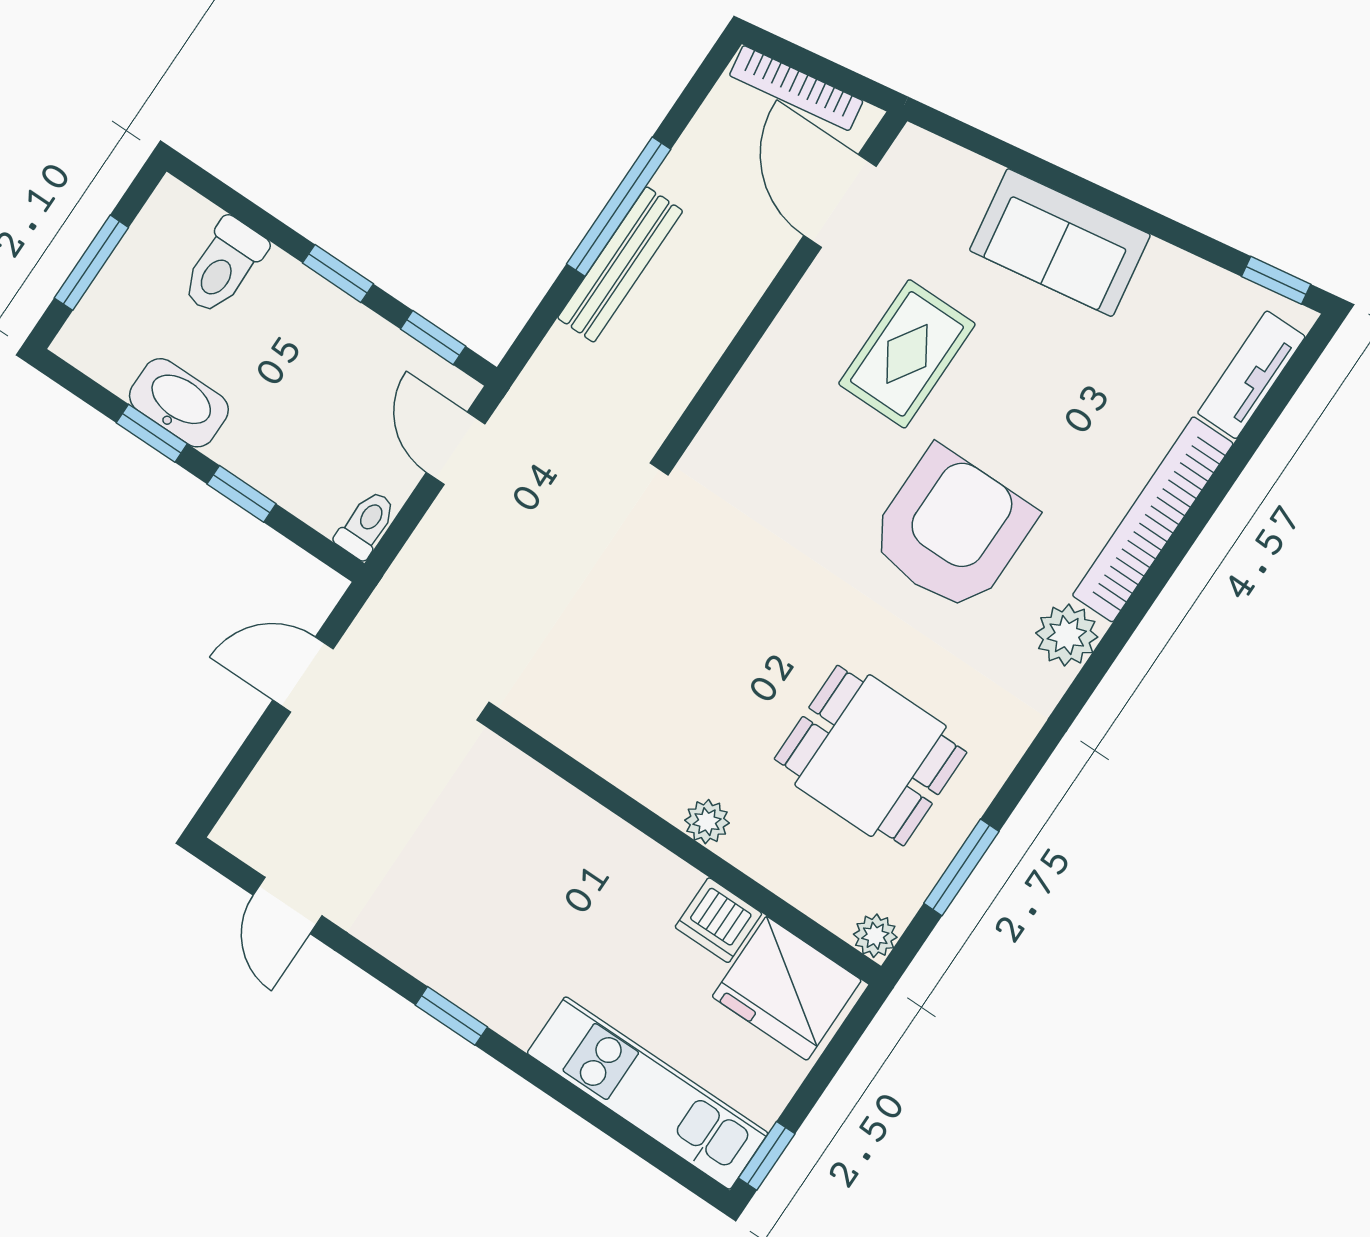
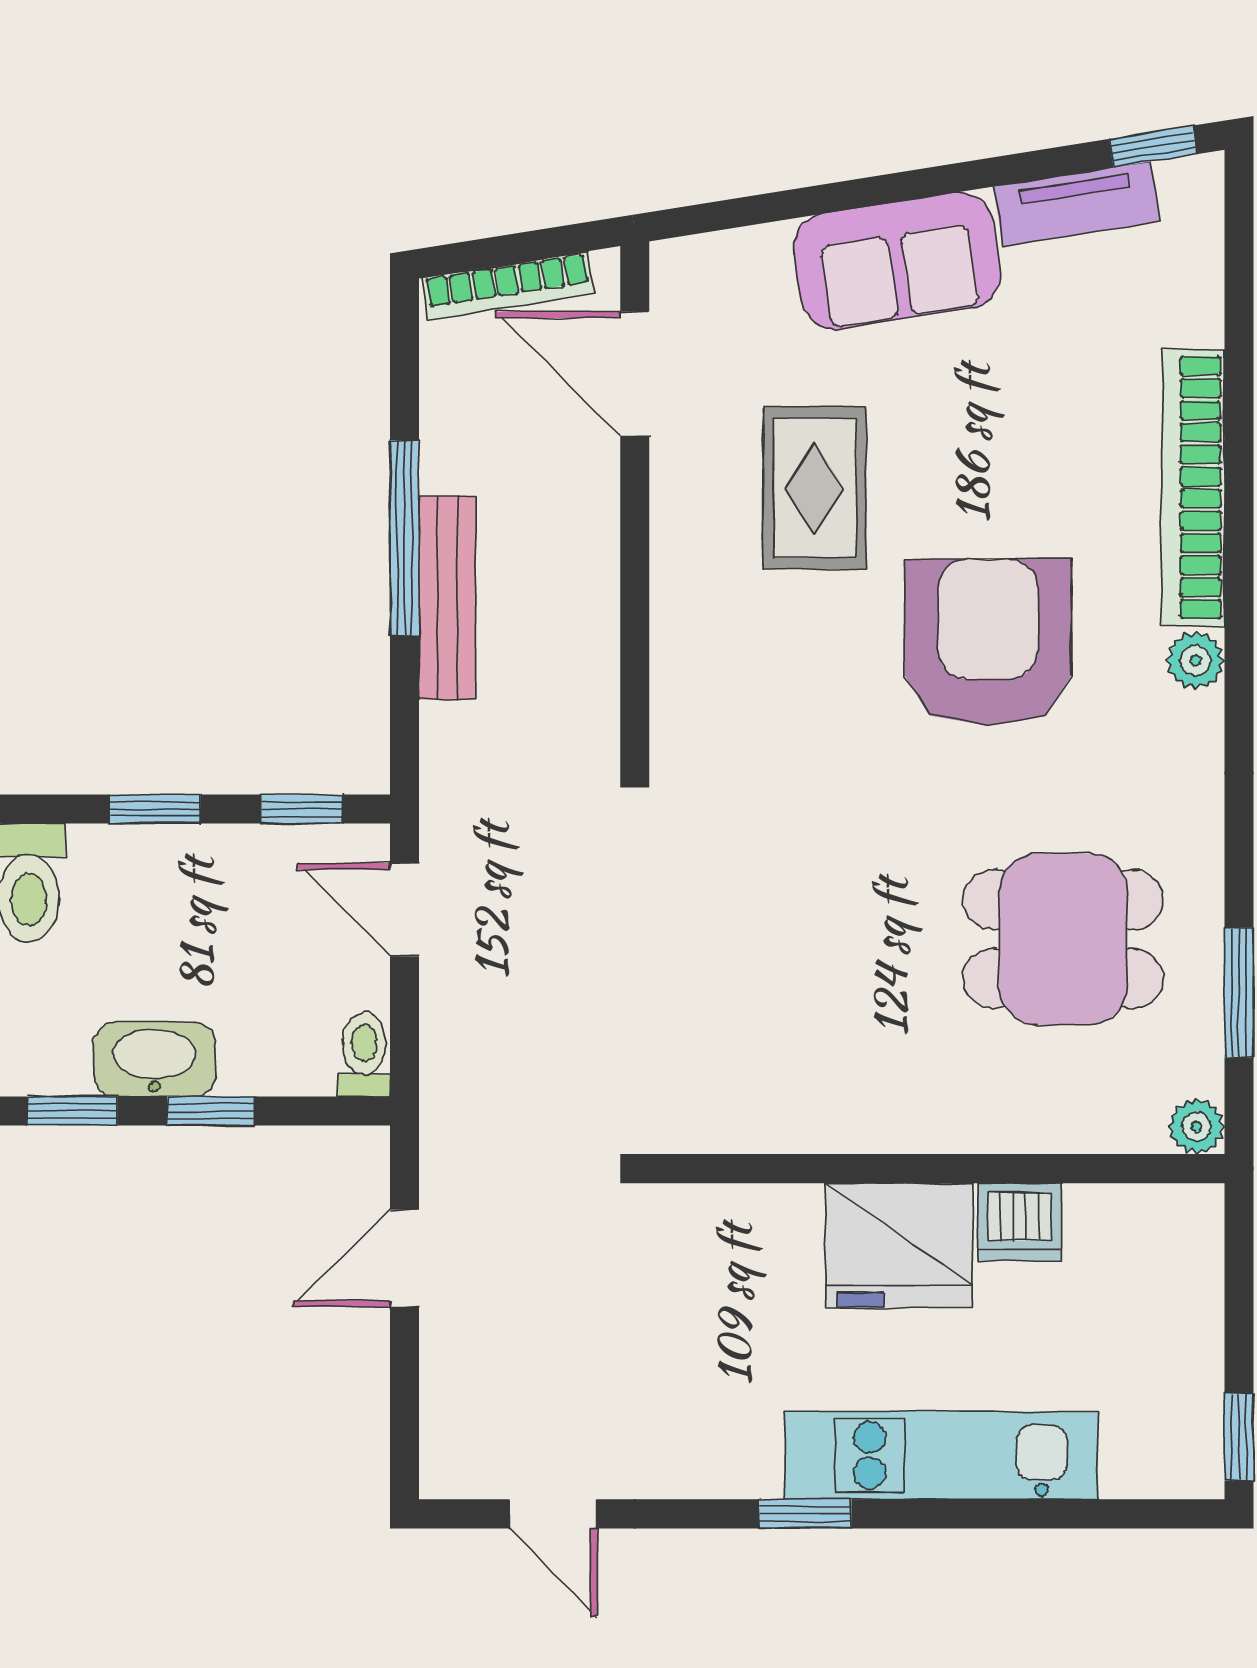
tv unit: (1251, 375) -> (1076, 204), moved, turned -99
washbasin: (179, 403) -> (155, 1059), moved
plant: (1067, 635) -> (1196, 661), width x0.73, depth x0.73
plant: (707, 822) -> (937, 1126), removed
fridge: (787, 988) -> (899, 1245), moved
kitchen unit: (648, 1093) -> (942, 1455), moved

